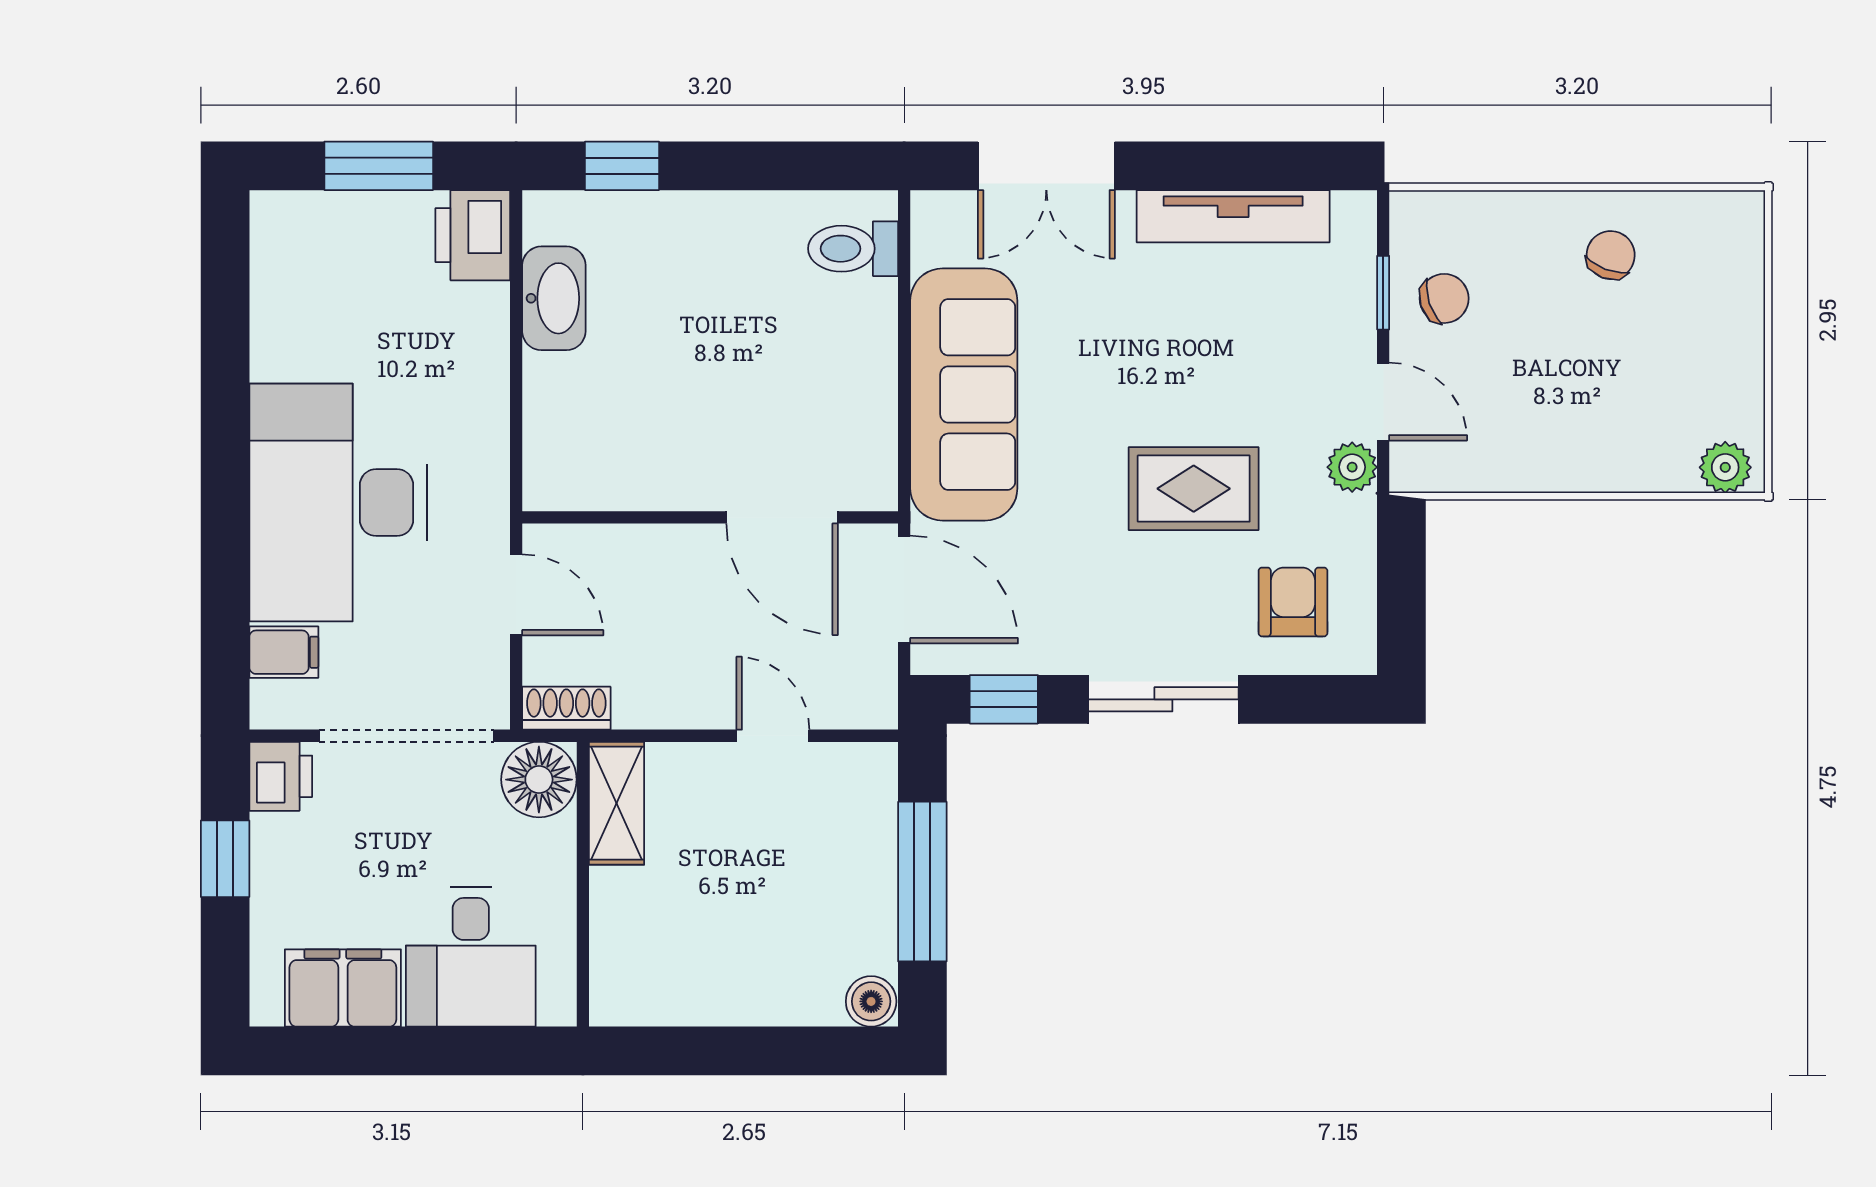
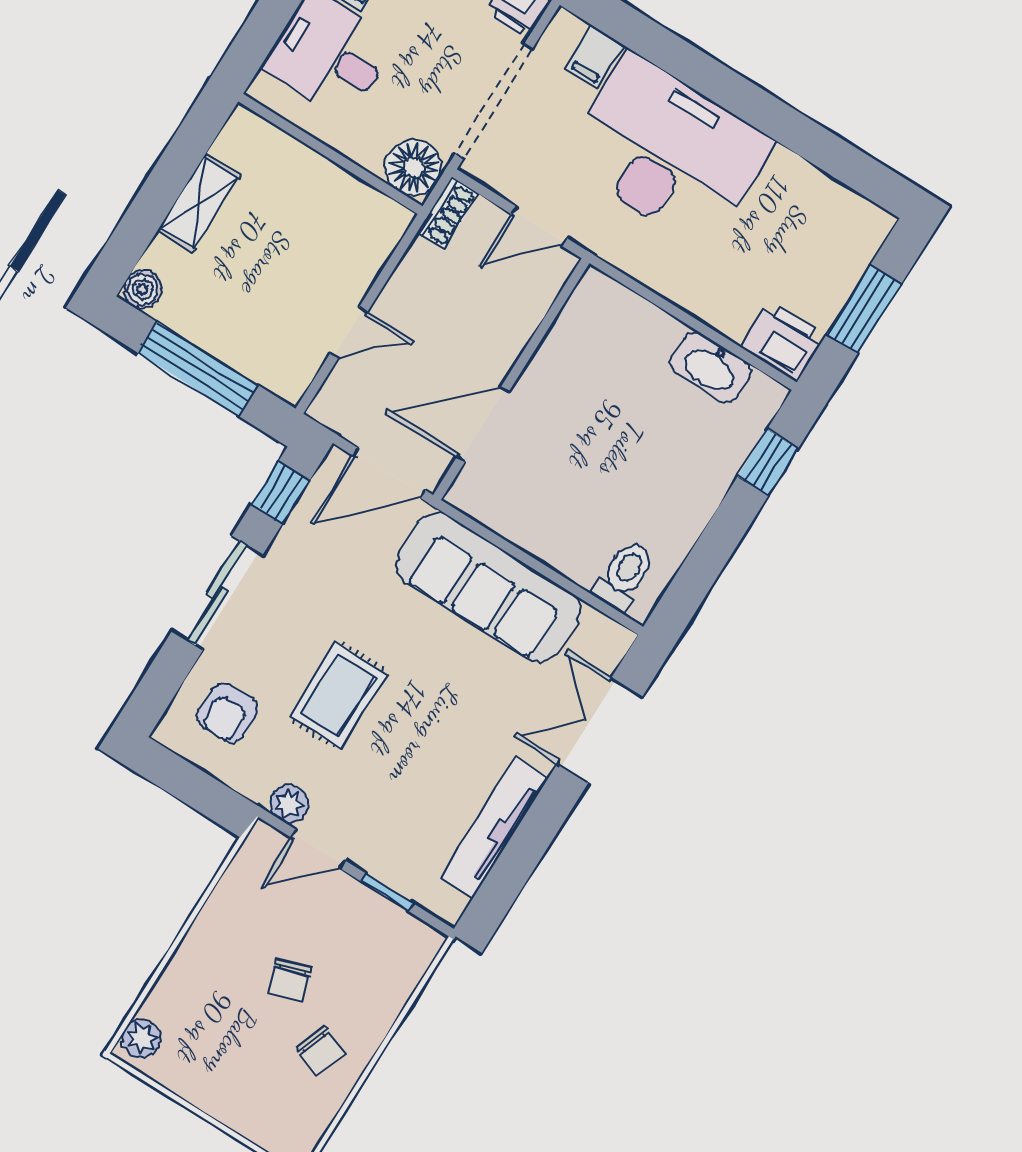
chair: (1444, 298) -> (290, 980), moved
armchair: (1293, 602) -> (228, 713), turned 90
shelving: (617, 803) -> (199, 203), moved, turned 90

